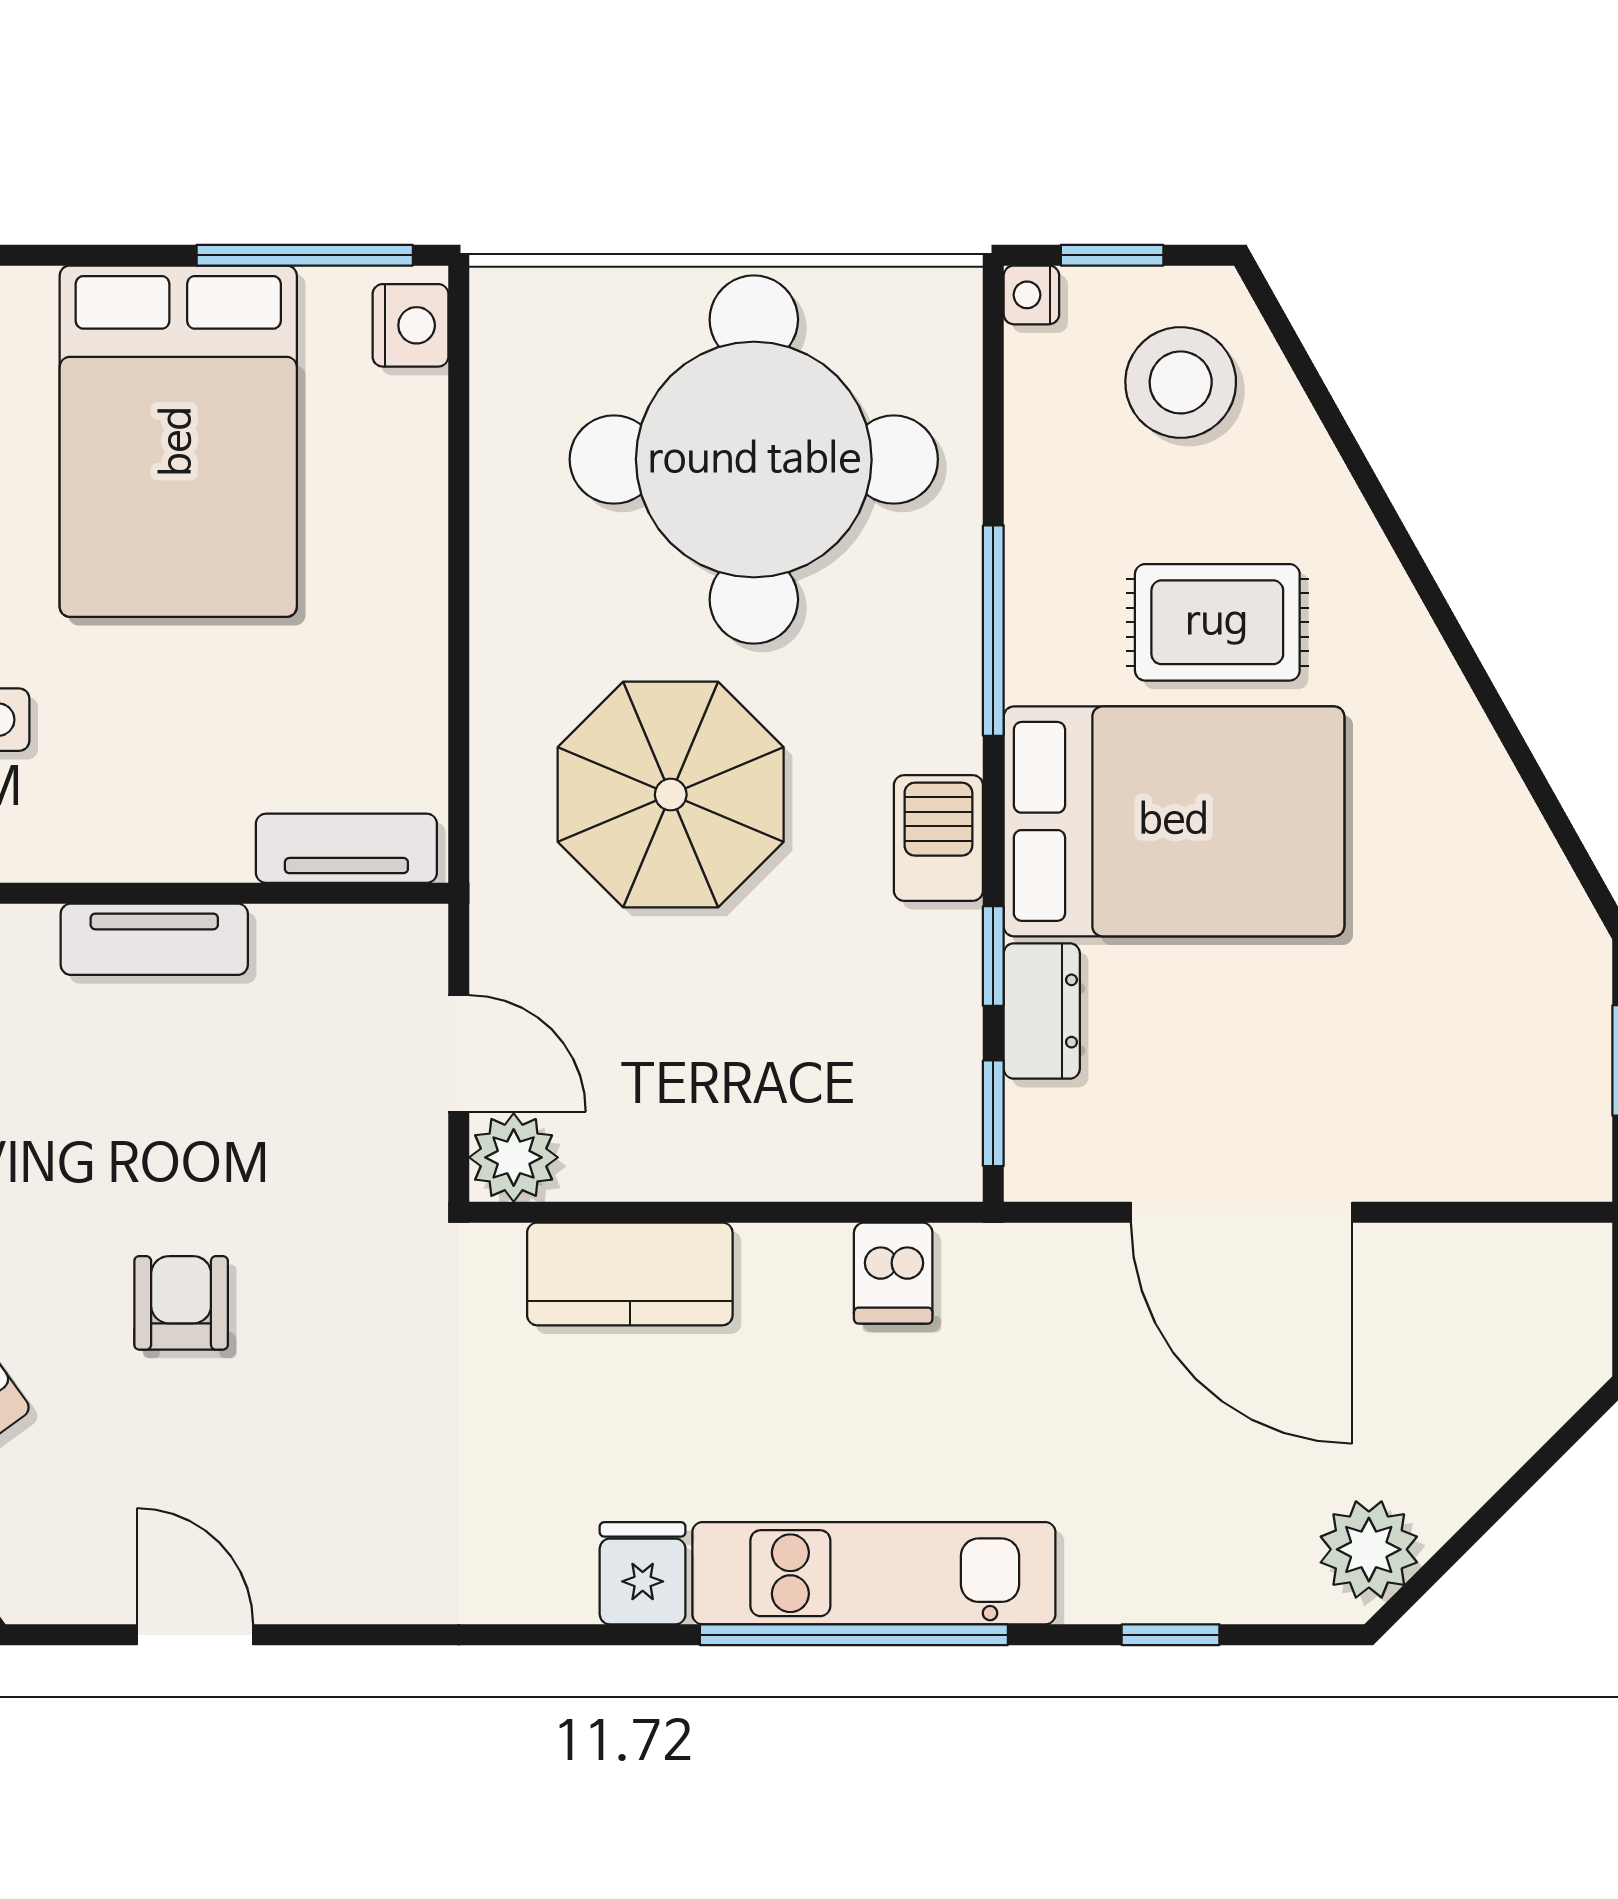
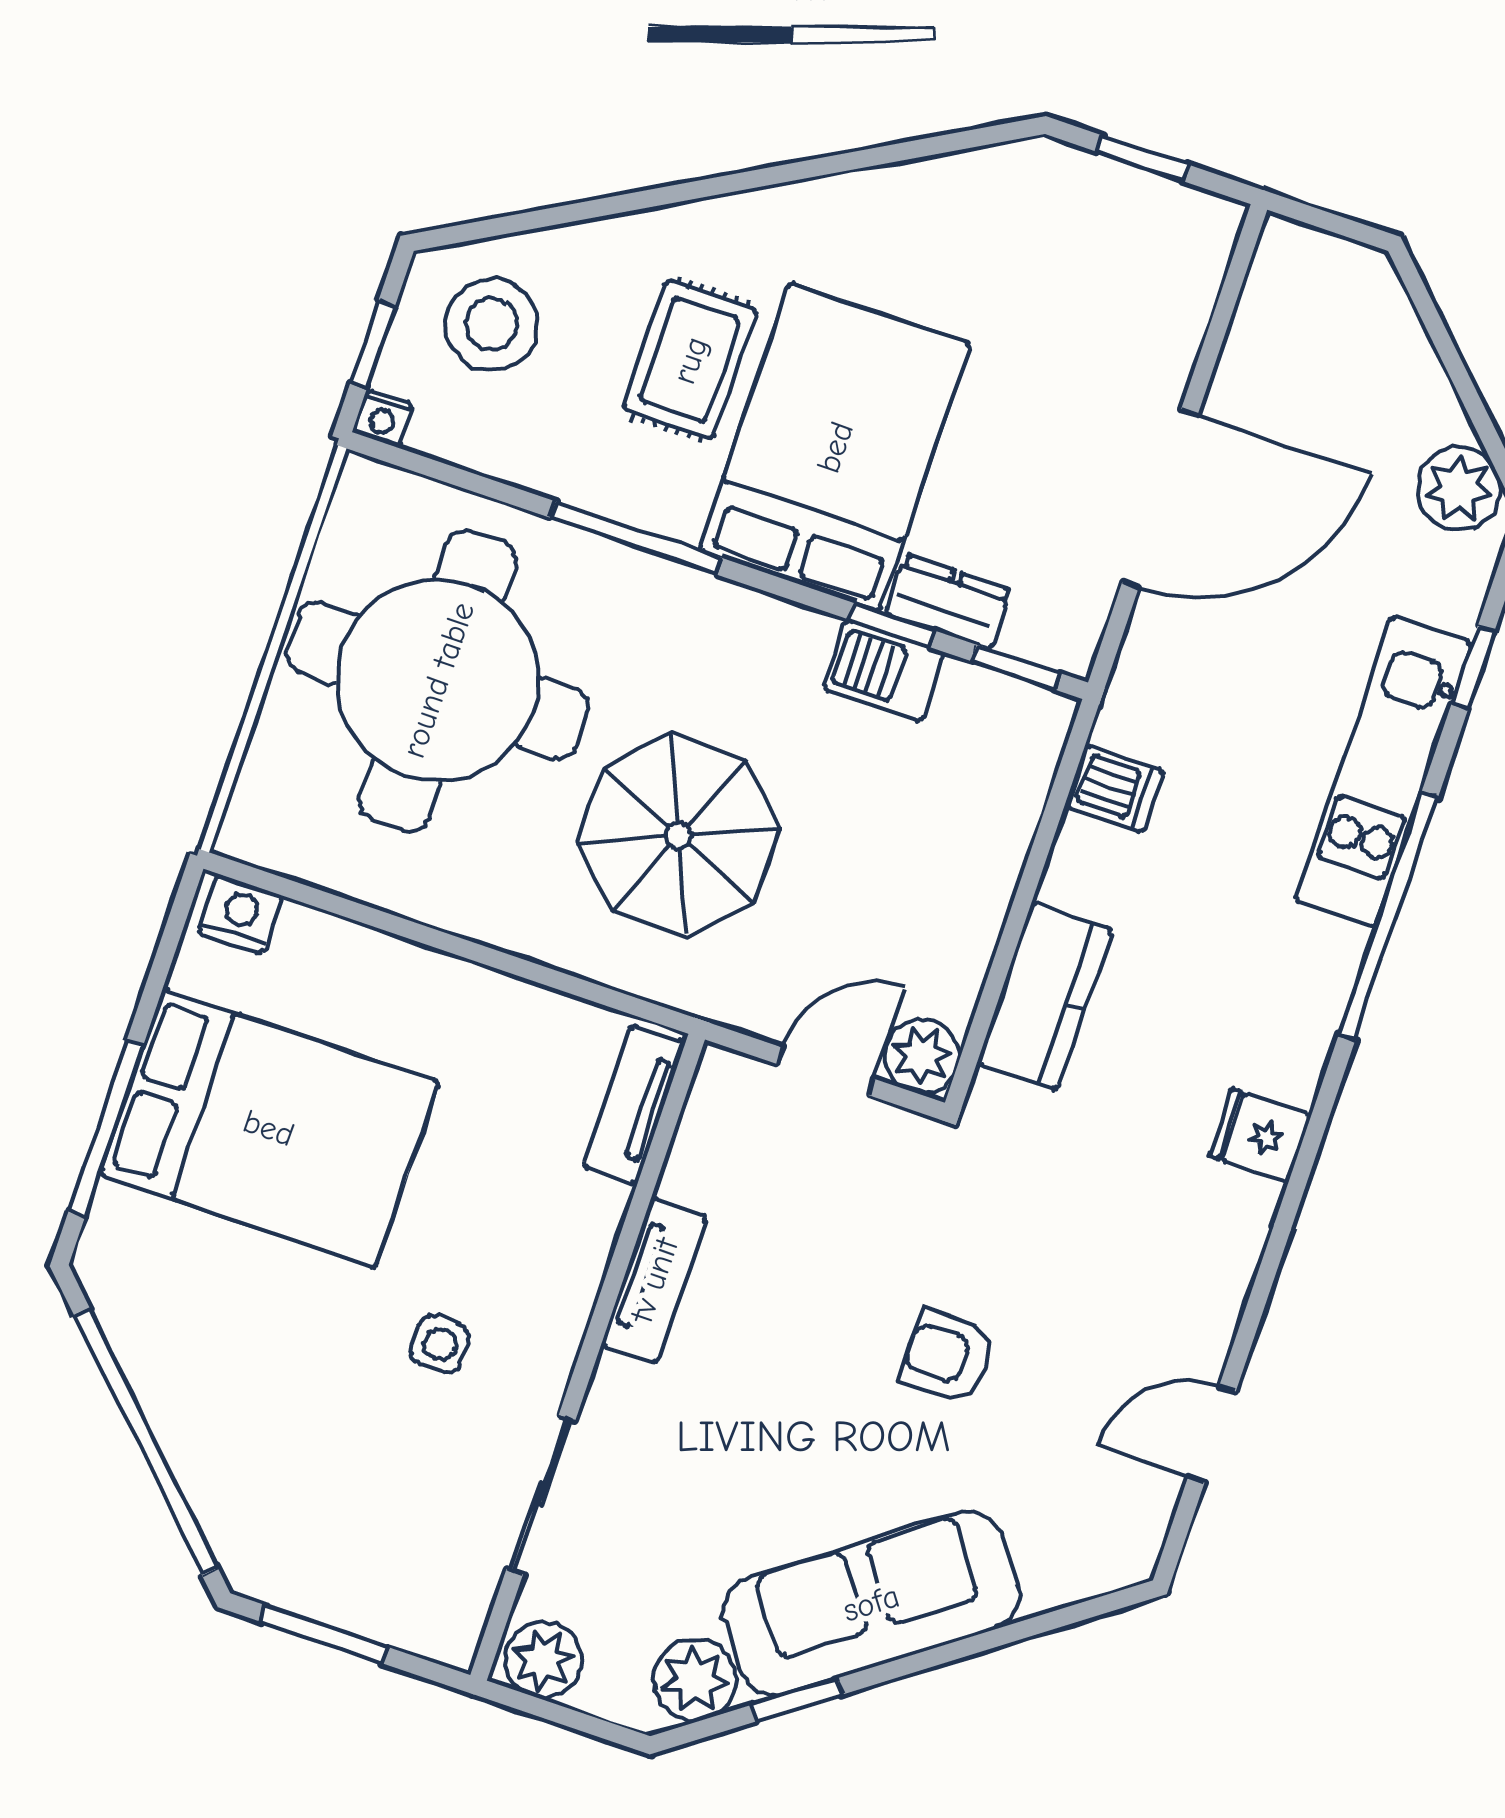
window: (305, 255) -> (106, 1128), moved
barbecue: (938, 838) -> (884, 670), moved
fridge: (643, 1573) -> (1260, 1135), moved
kitchen unit: (874, 1573) -> (1384, 772), moved

